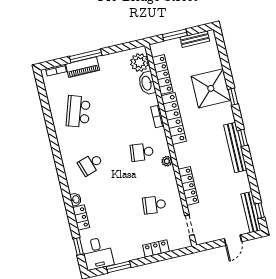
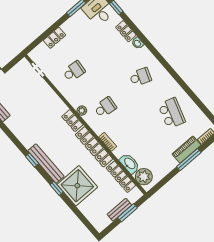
bench: (195, 39) -> (119, 210), moved
bench: (235, 148) -> (46, 164), moved
school desk: (91, 164) -> (140, 77), turned 39
locker: (188, 186) -> (72, 121), moved, width x0.66

